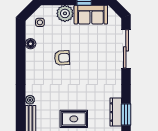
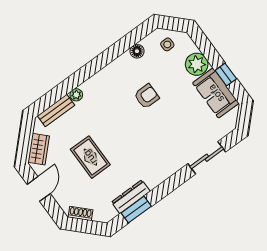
sliding door: (126, 49) -> (207, 158), width x0.73
armchair: (62, 58) -> (147, 96), turned -87

